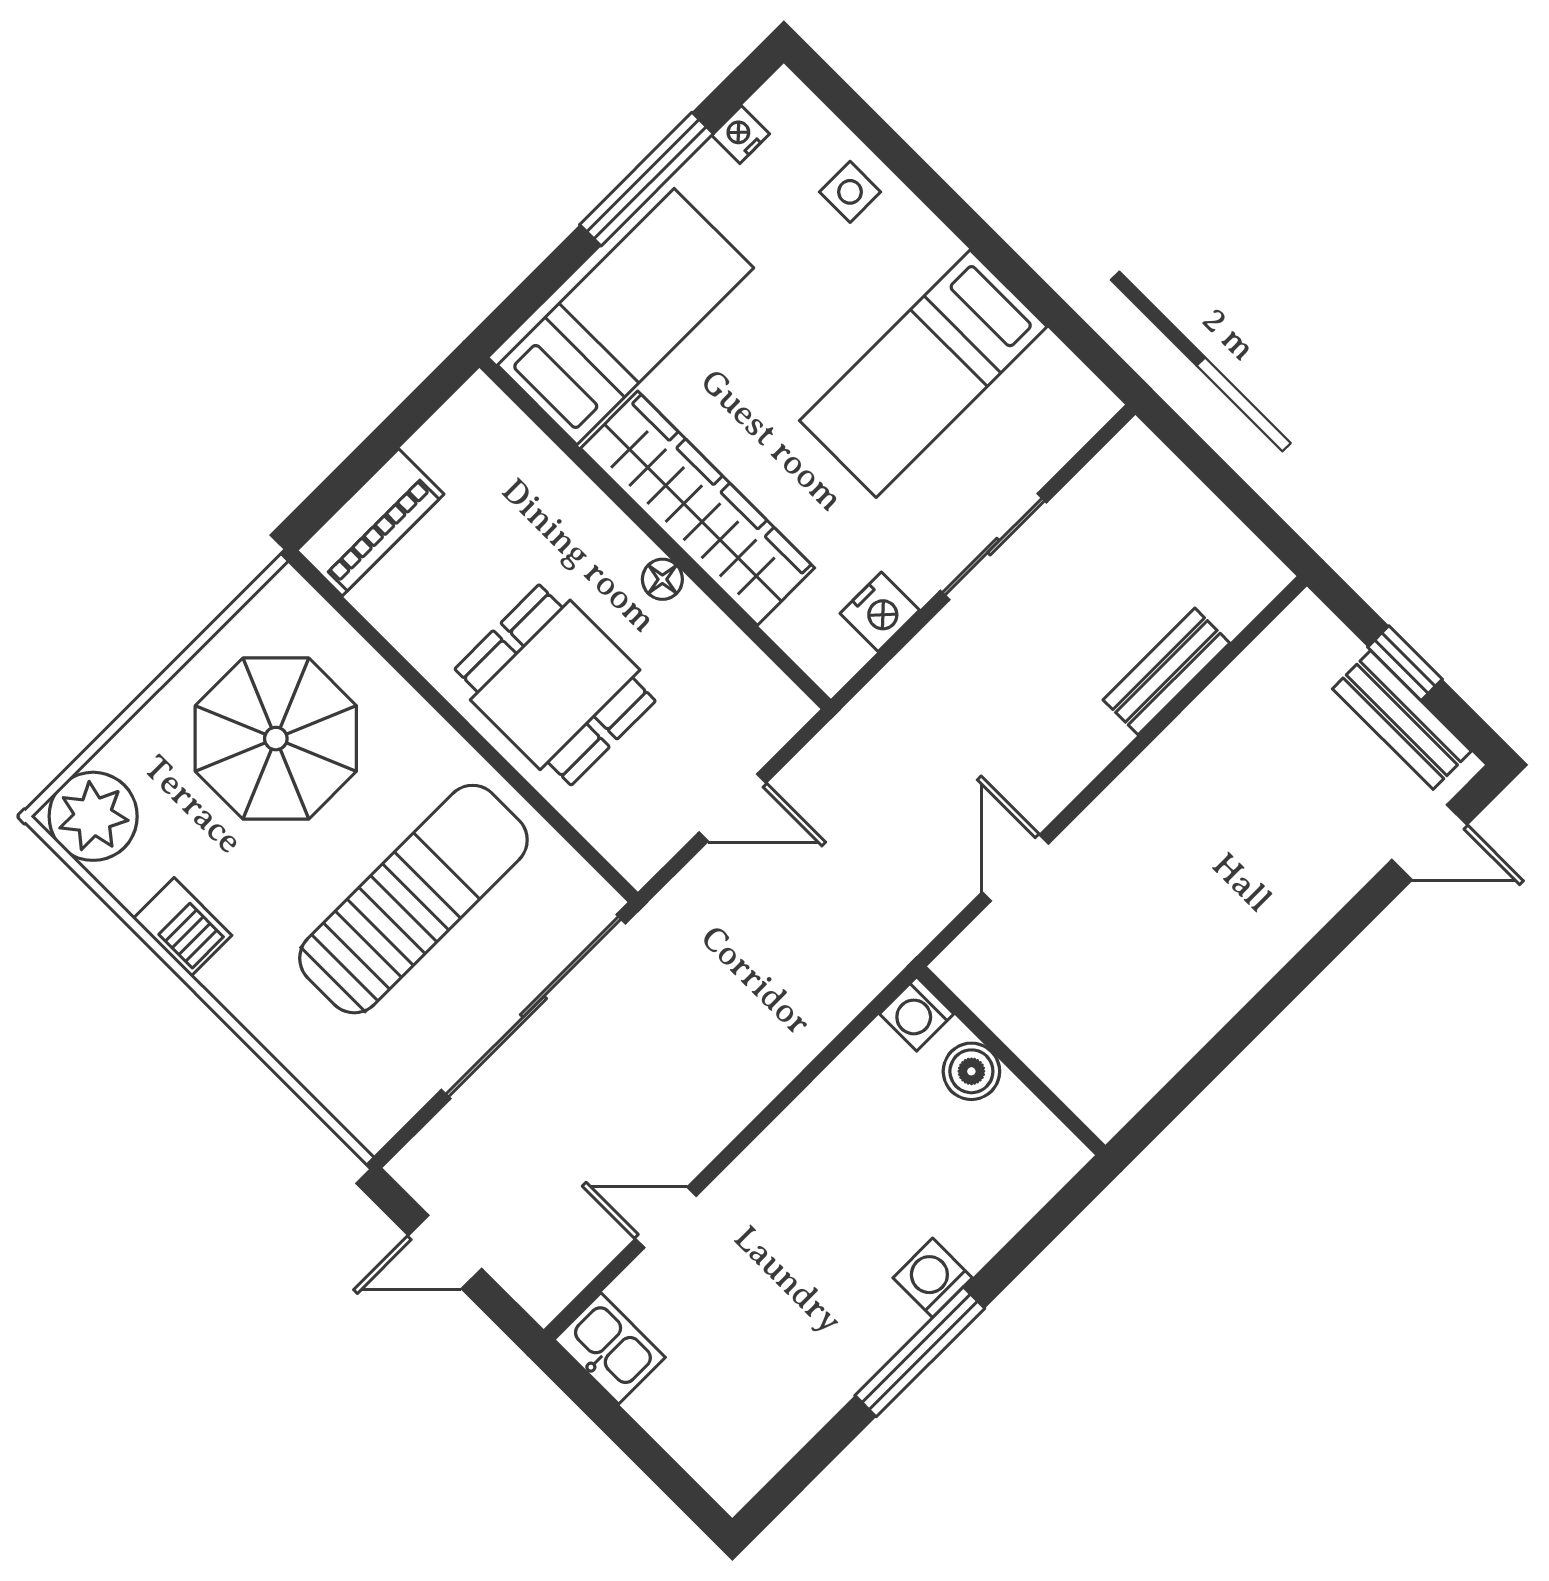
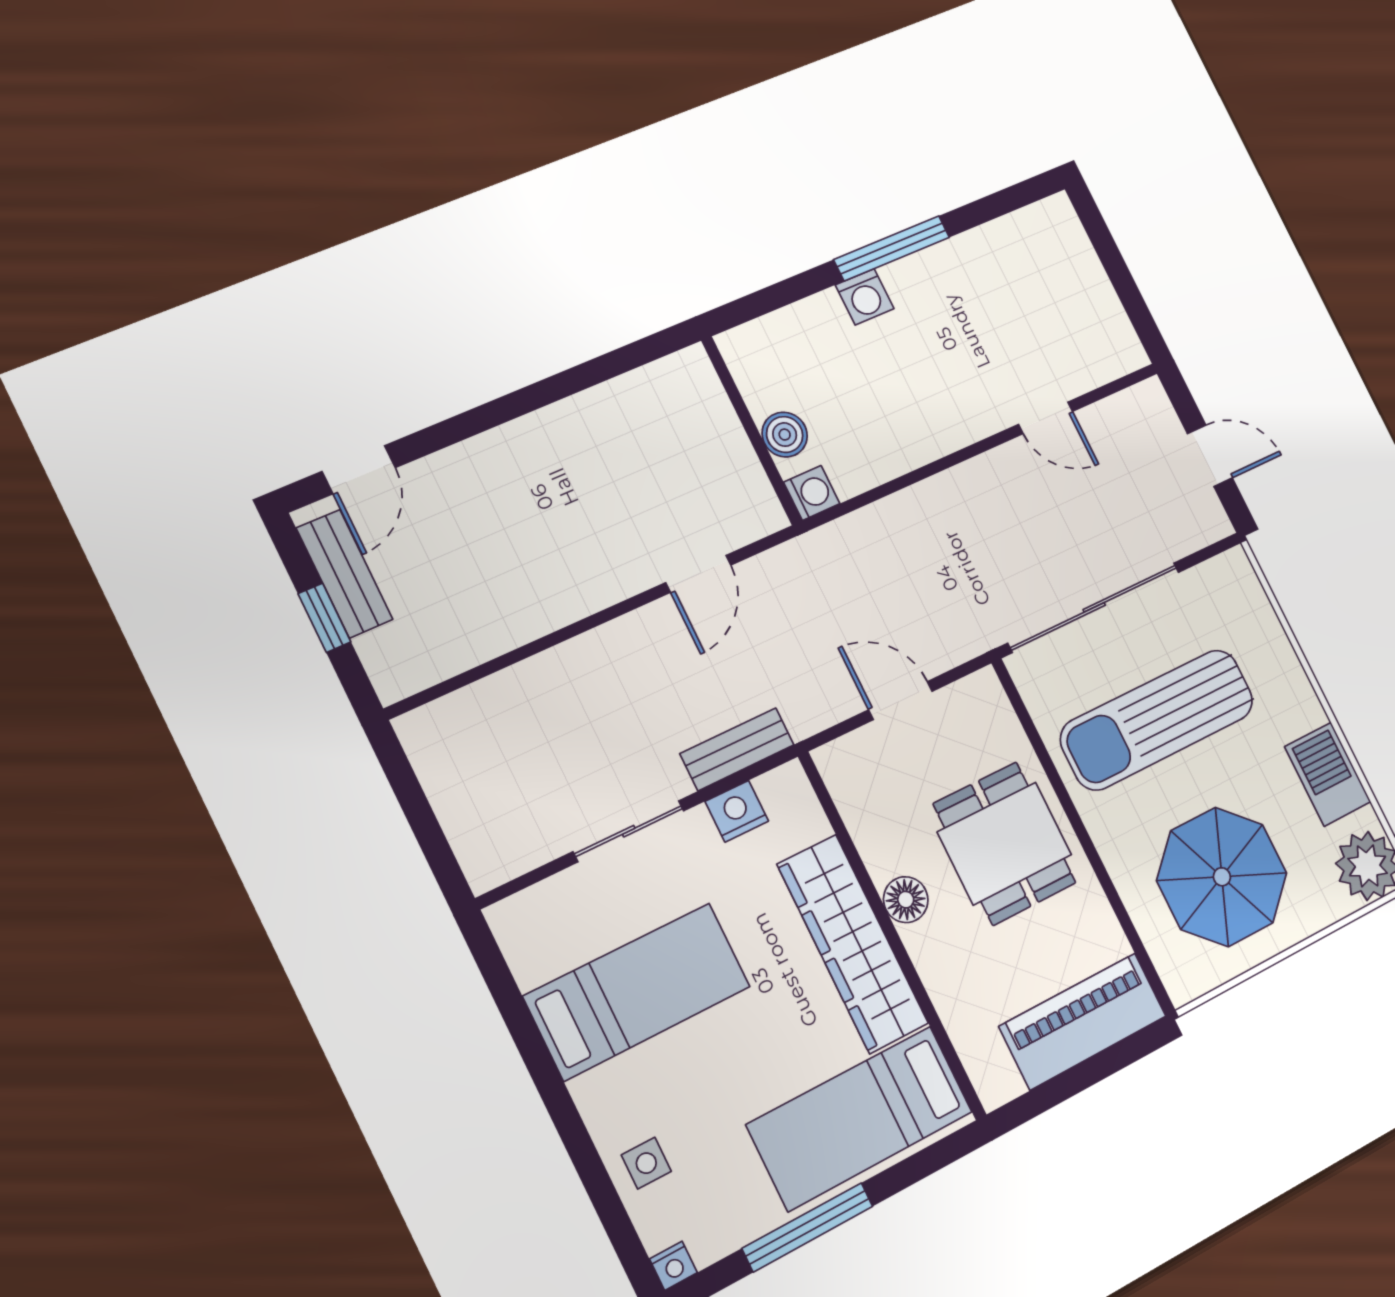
nightstand: (741, 135) -> (673, 1266), moved
piano: (370, 522) -> (1083, 1021), width x1.37, depth x1.33
floor lamp: (662, 579) -> (906, 900), width x1.37, depth x1.37
bench: (1166, 671) -> (737, 749), moved
door: (1429, 842) -> (359, 470), swing flipped
barbecue: (182, 927) -> (1328, 774), width x1.38, depth x1.27
kitchen sink: (610, 1348) -> (1115, 342), removed

